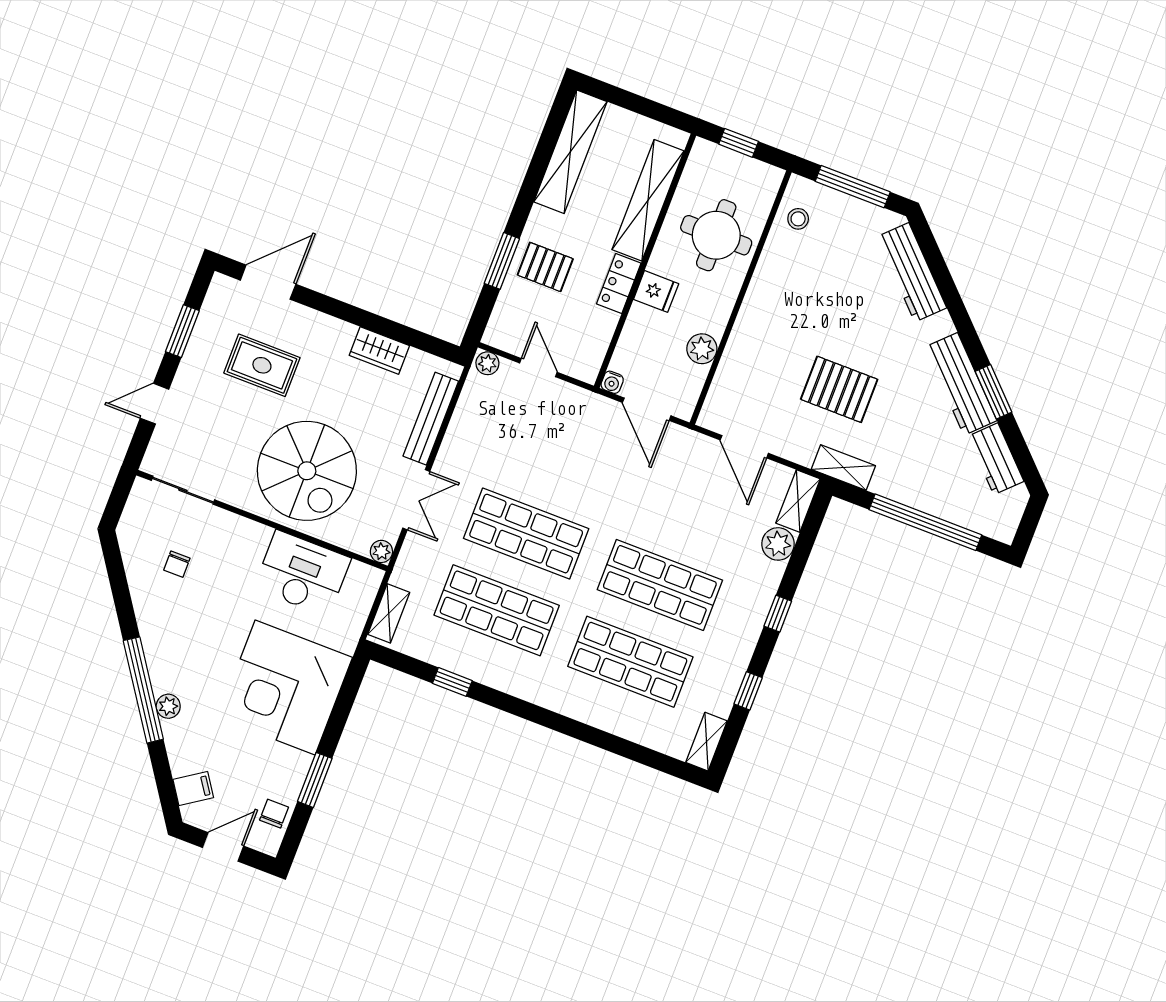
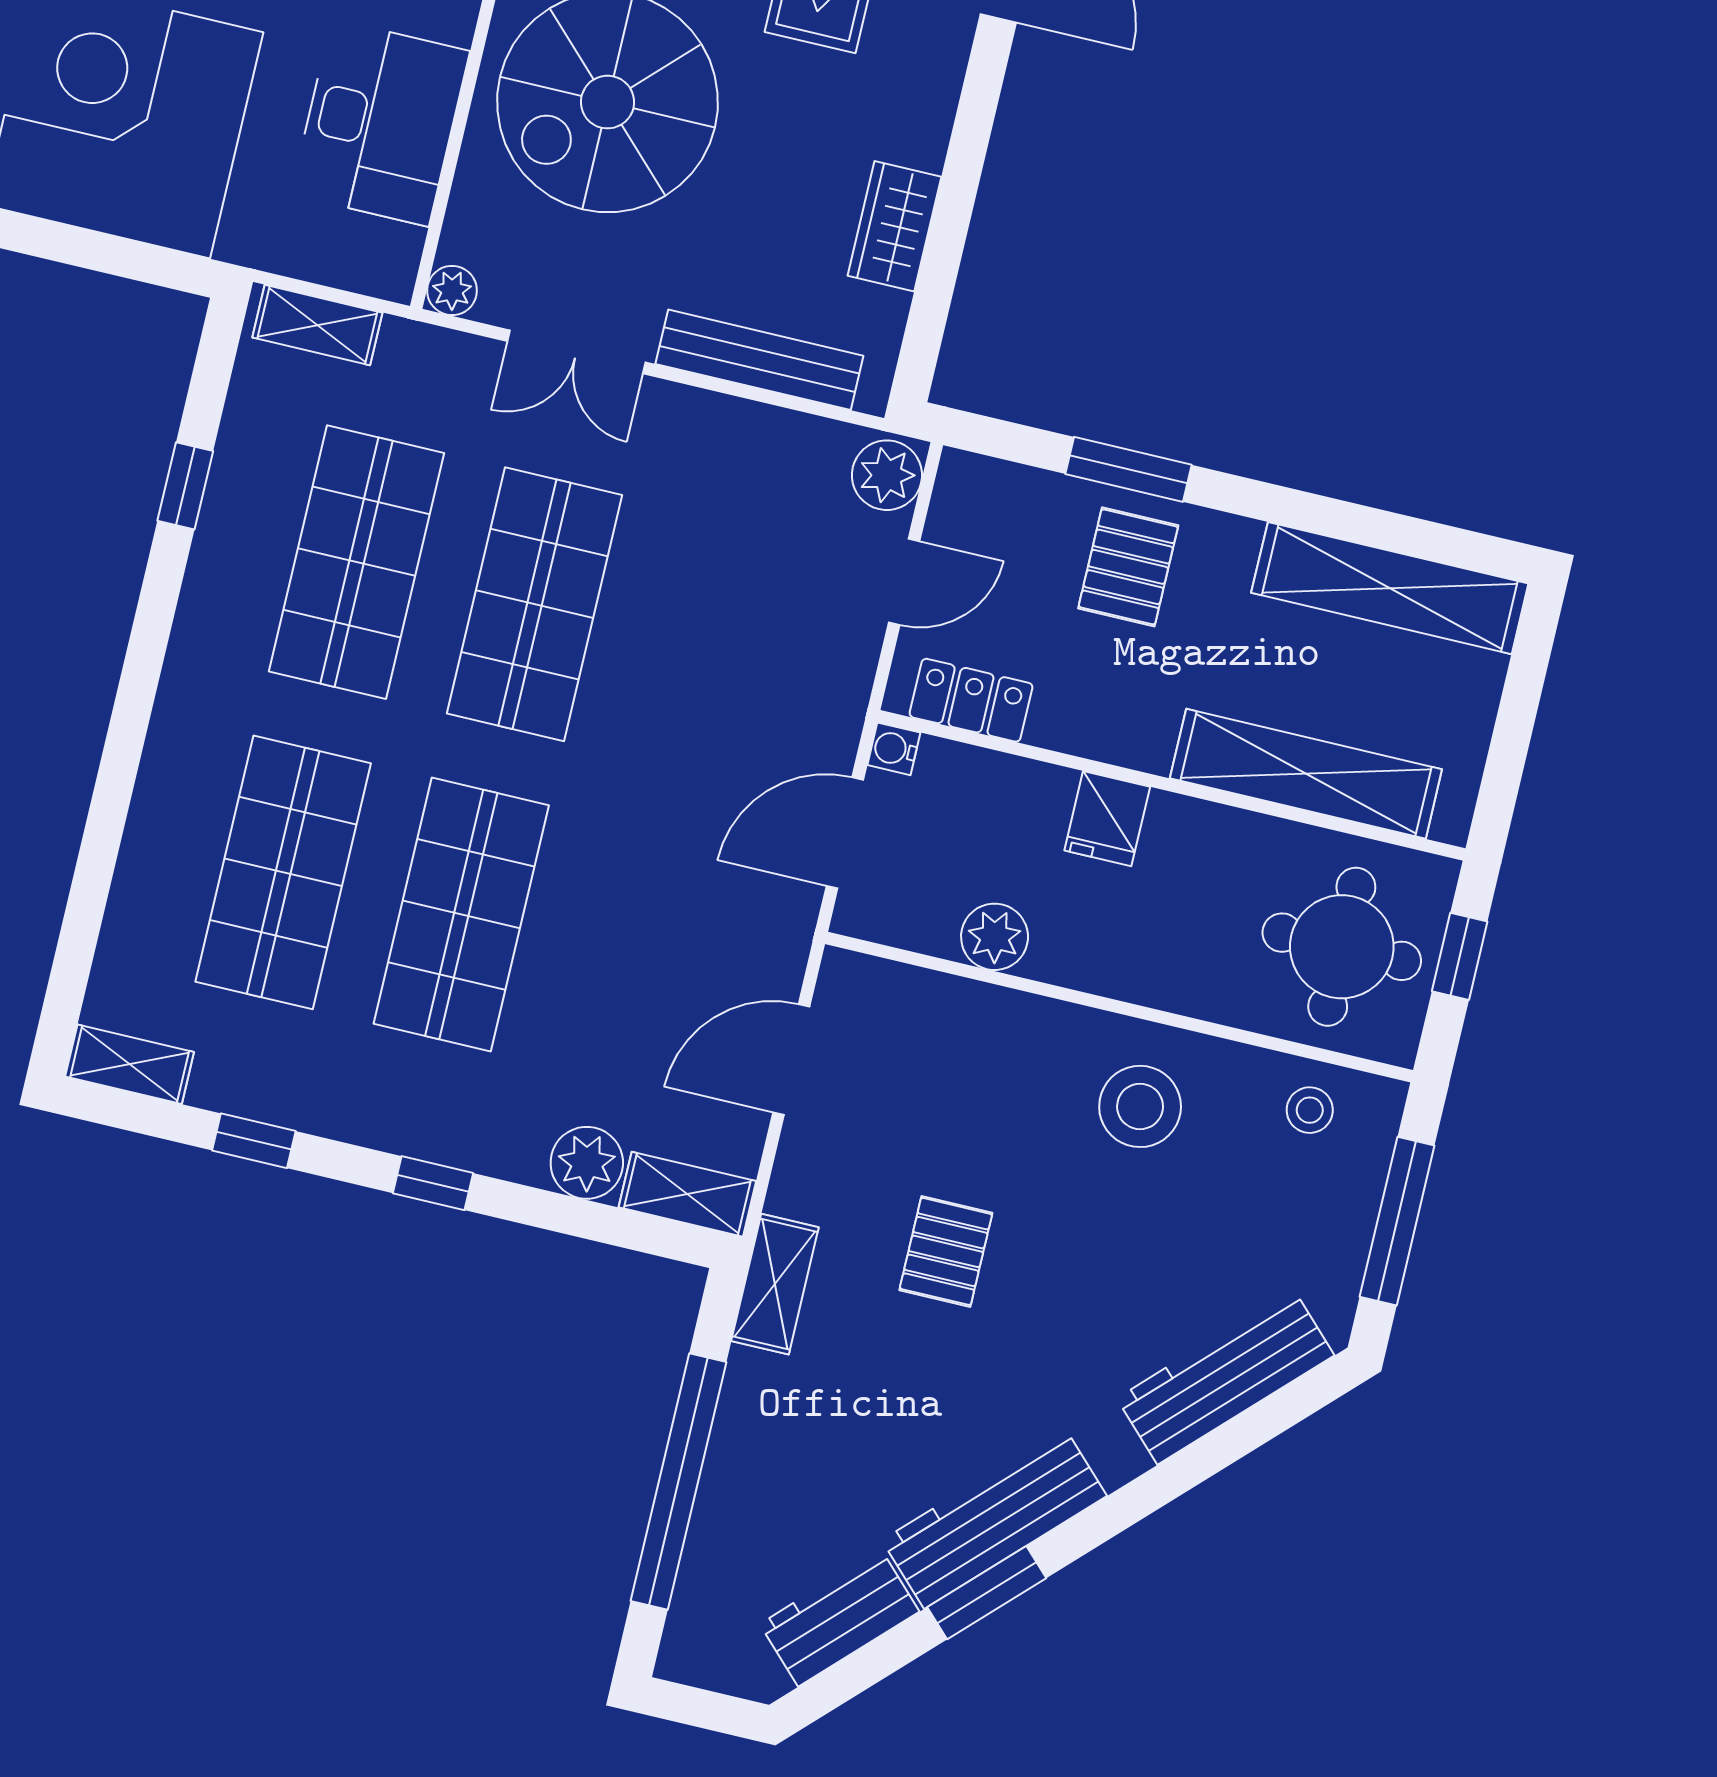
round table: (716, 235) -> (1342, 947), moved
locker: (619, 284) -> (971, 700), moved
stool: (786, 294) -> (1140, 1106), added
plant: (487, 363) -> (887, 475), width x1.38, depth x1.38
pallet: (839, 389) -> (946, 1251), width x0.67, depth x0.71

